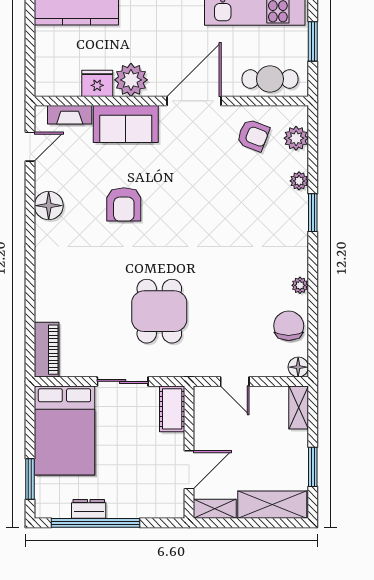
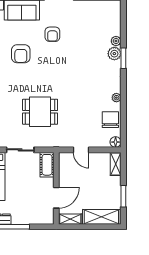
armchair: (253, 135) -> (52, 34), moved, turned 69
plant: (296, 138) -> (114, 54), moved
dining table: (159, 311) -> (40, 112), turned 90

